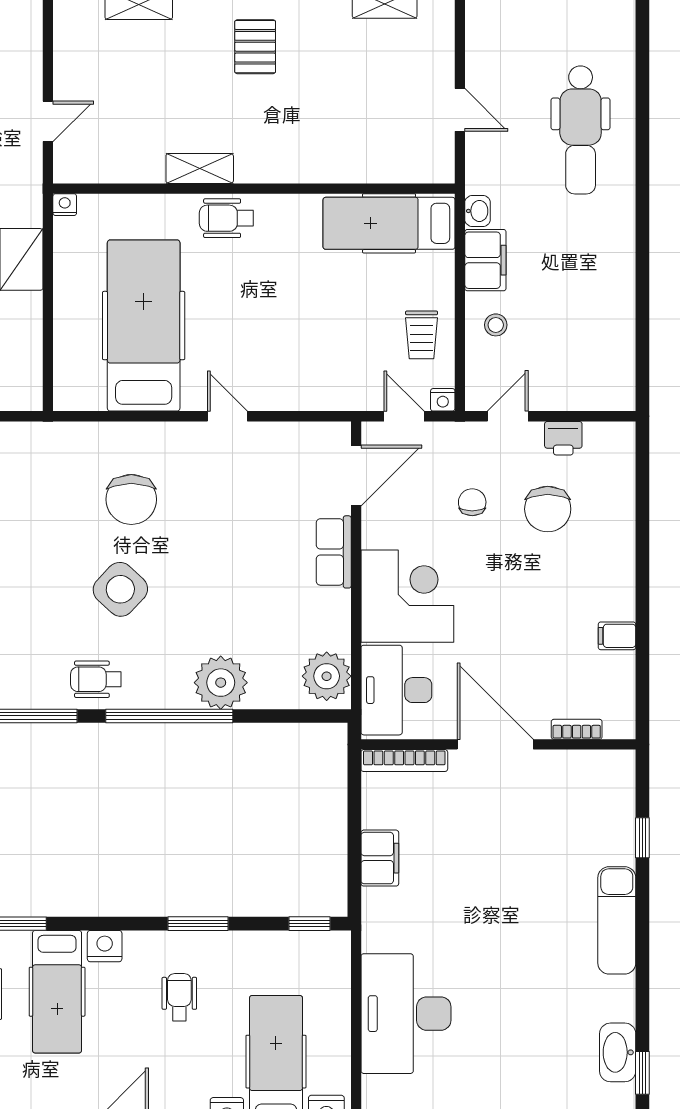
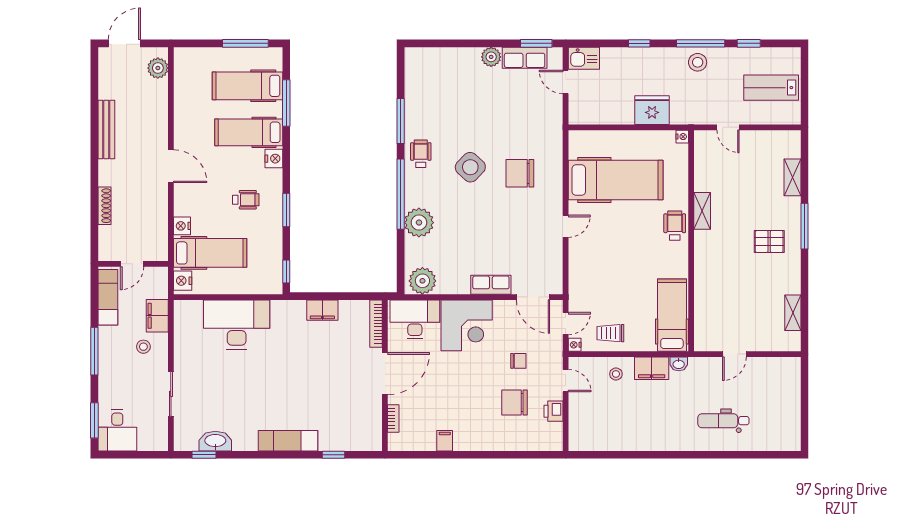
dental chair: (581, 130) -> (723, 421), width x0.73, depth x0.72

